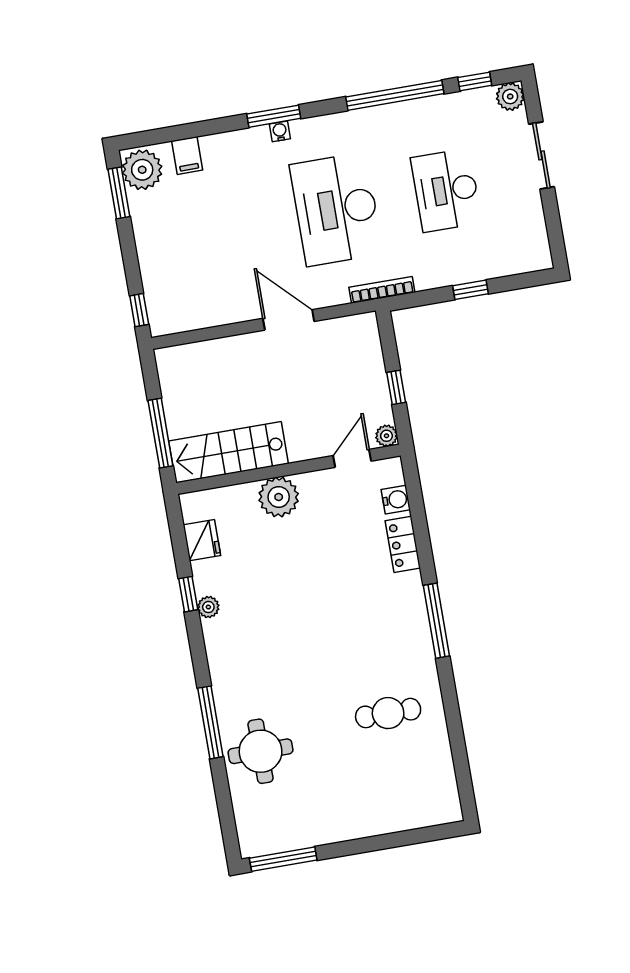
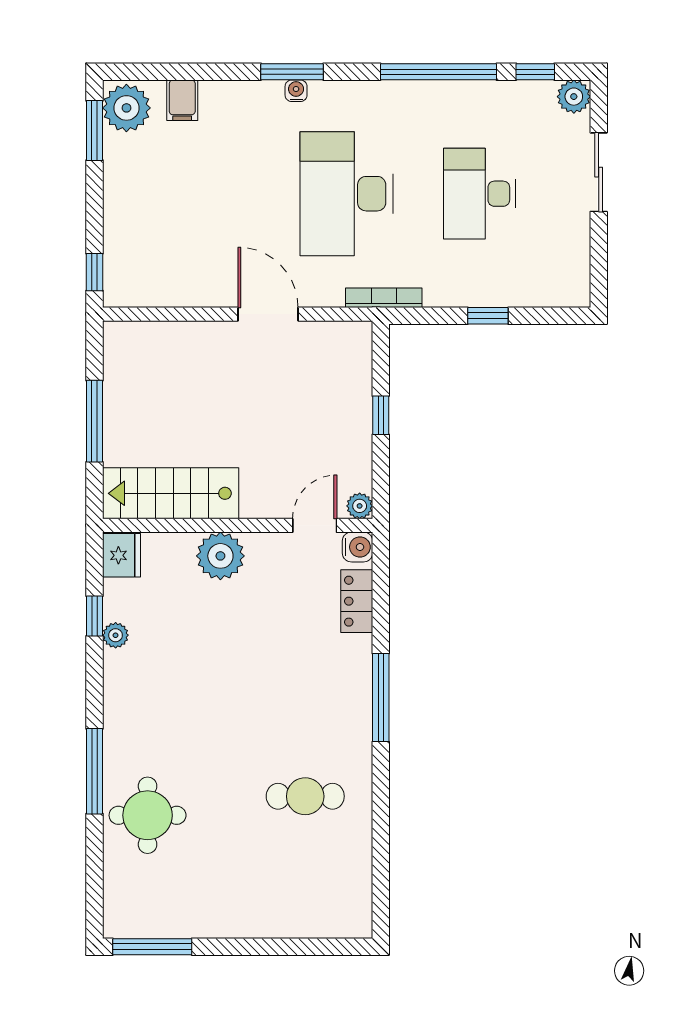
plant: (386, 436) -> (360, 506), moved
stairs: (229, 452) -> (171, 493), moved
door: (352, 458) -> (315, 525), moved
wall: (288, 469) -> (238, 525), moved
plant: (279, 497) -> (220, 556), moved

